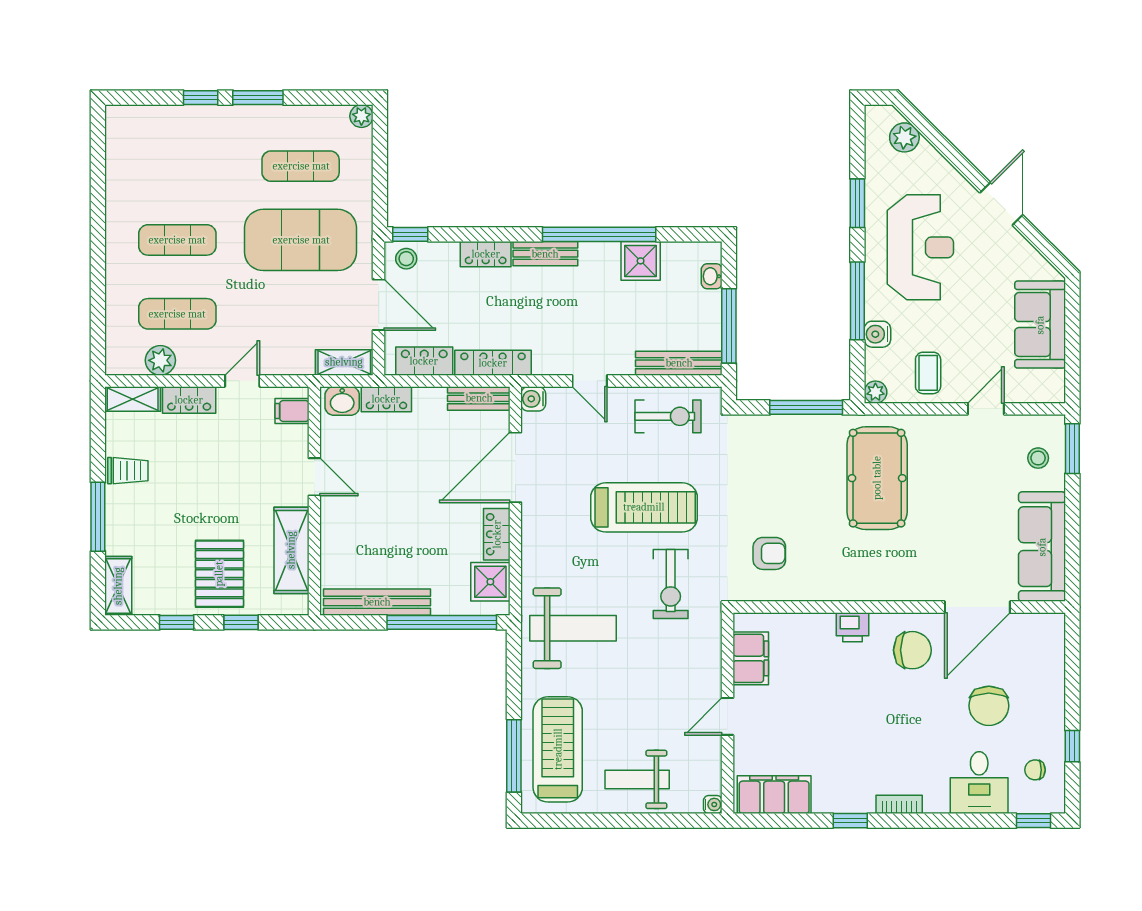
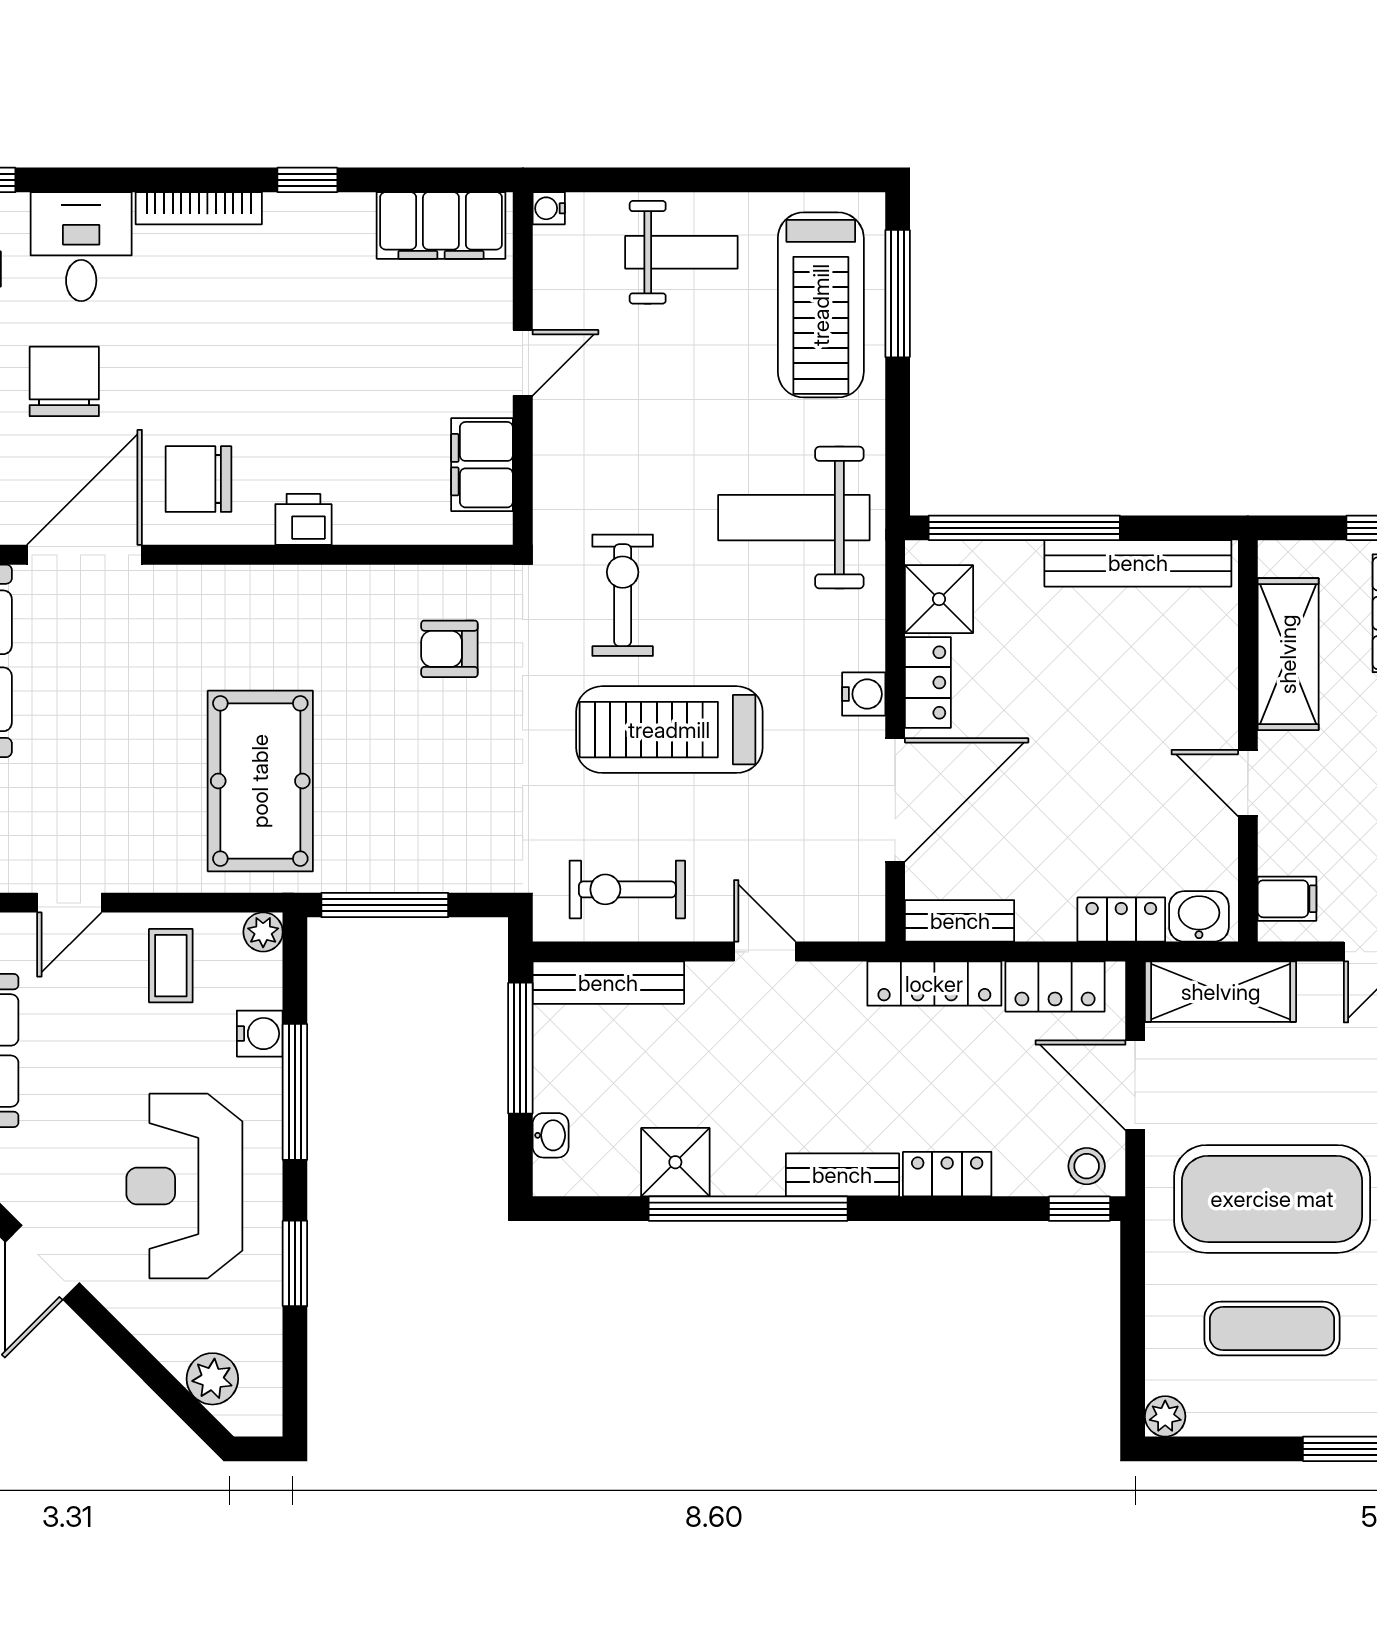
shelving: (344, 362) -> (1221, 992), width x1.50, depth x1.33
water cooler: (533, 399) -> (864, 694), moved
bookcase: (899, 804) -> (199, 208), width x1.56

